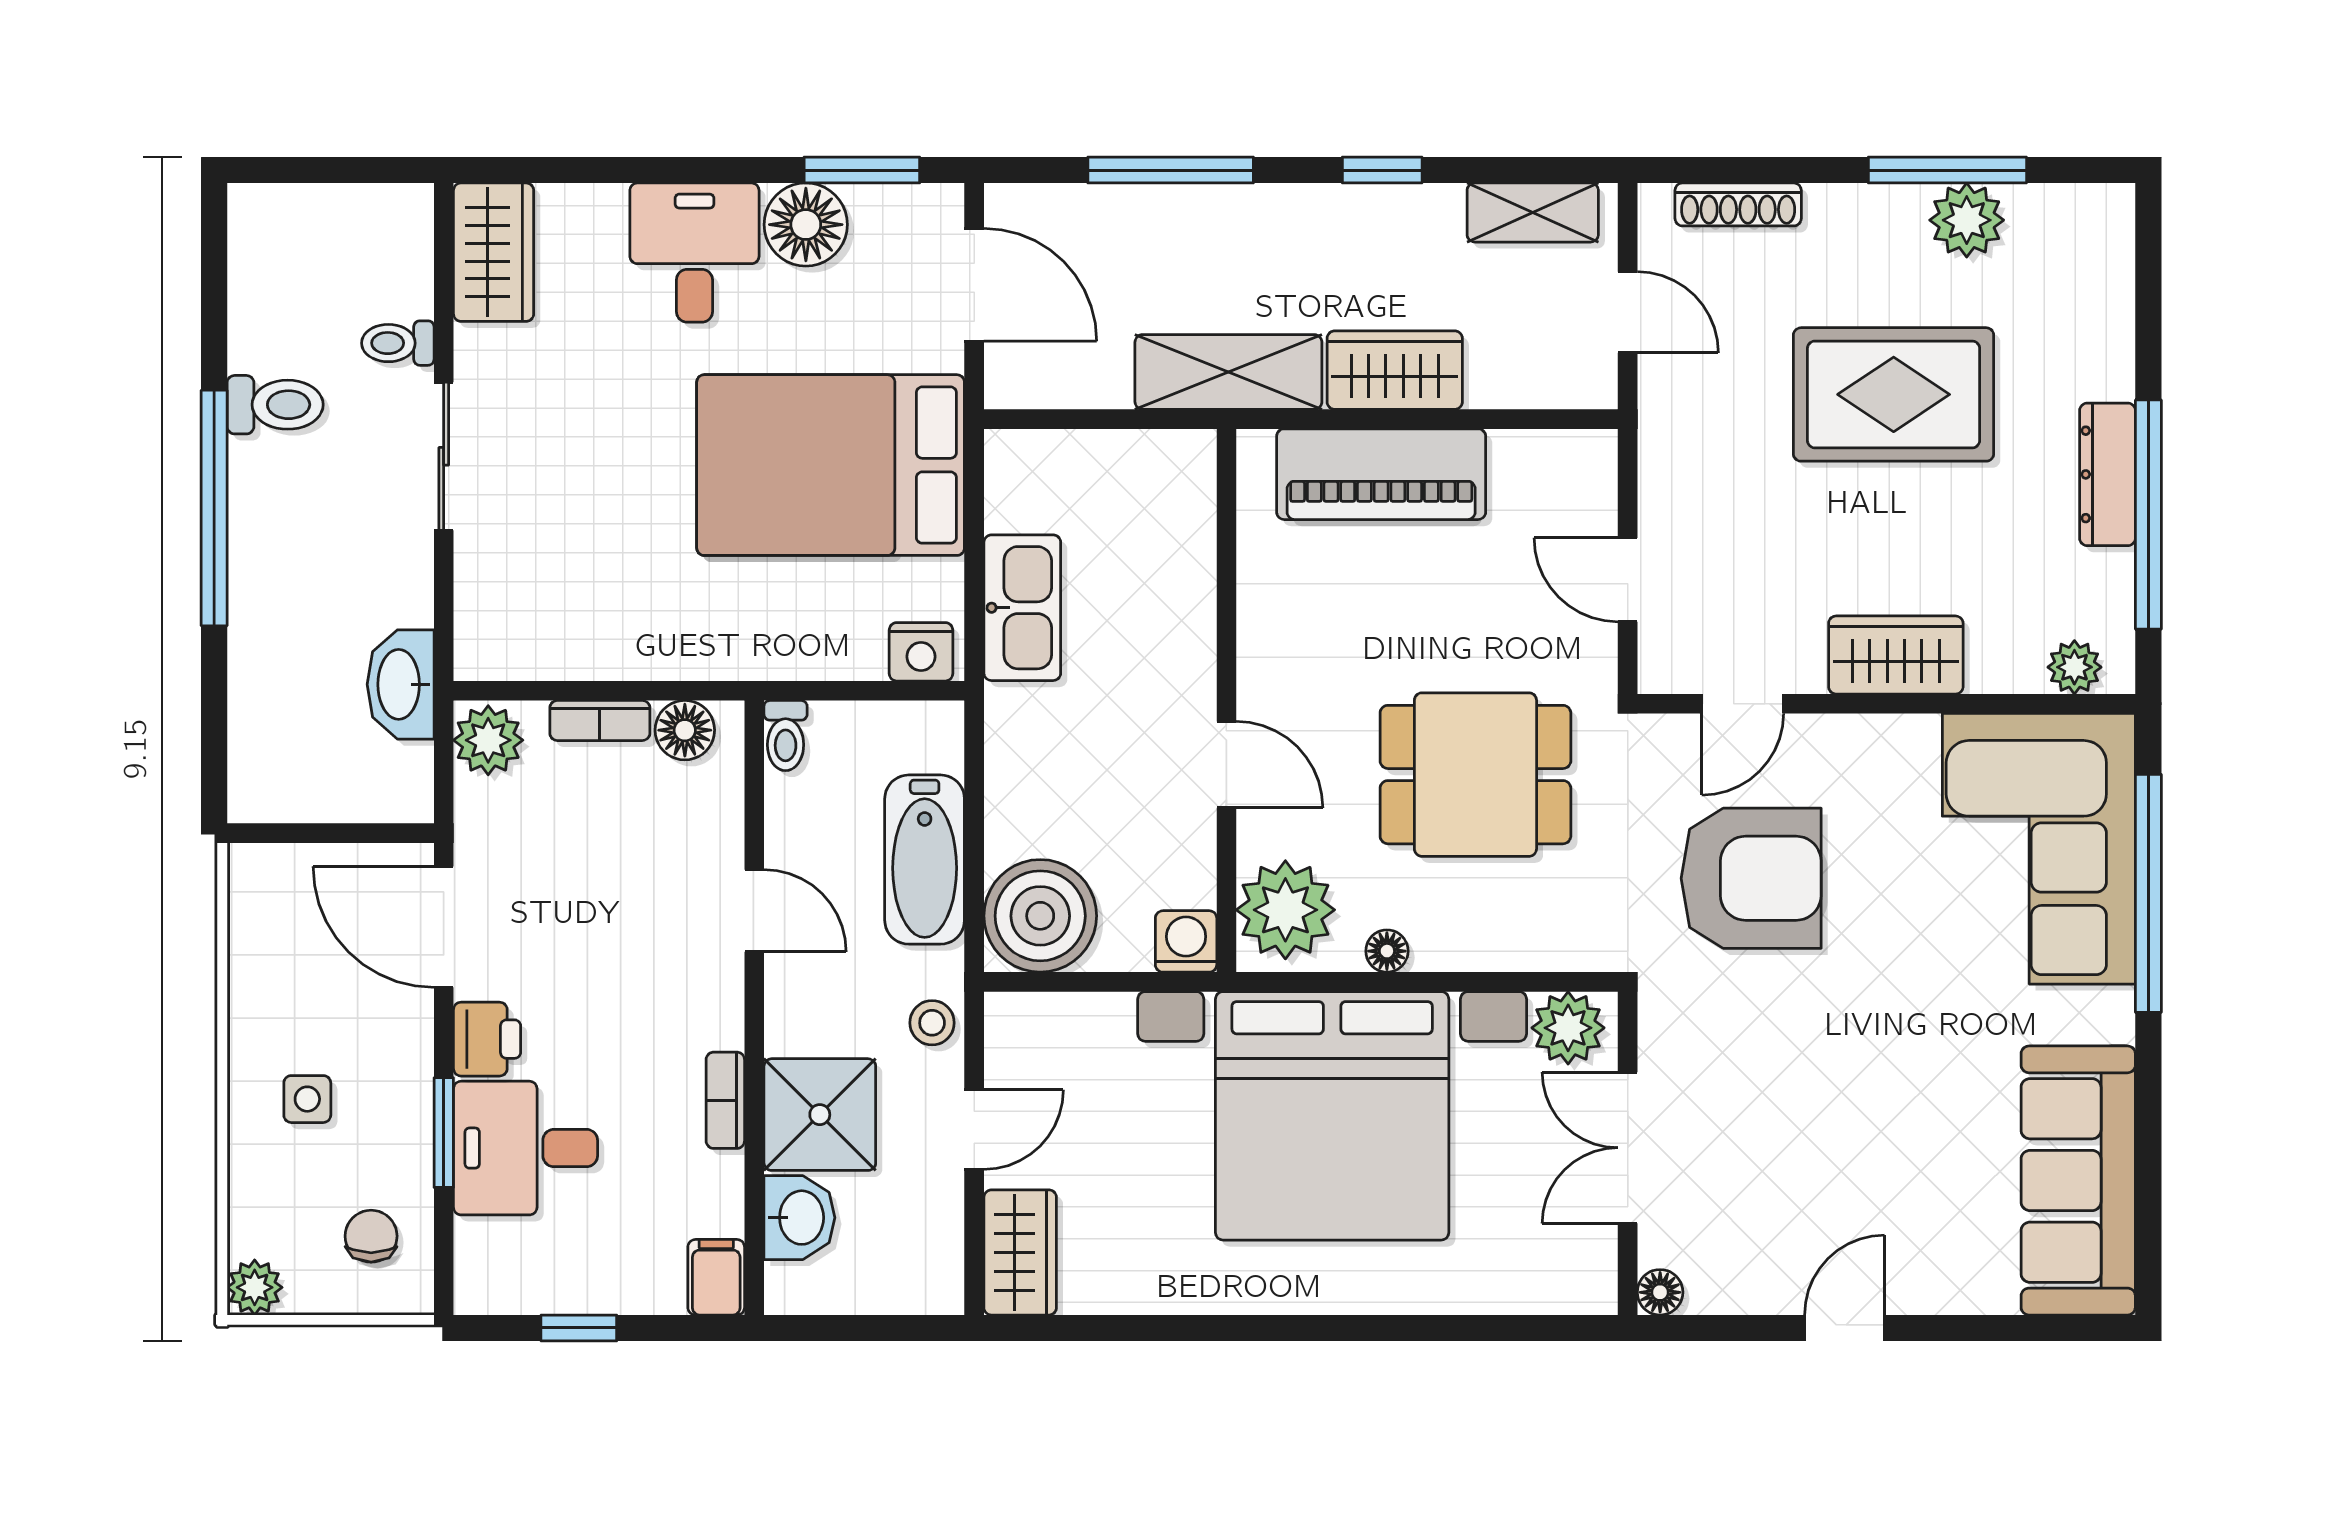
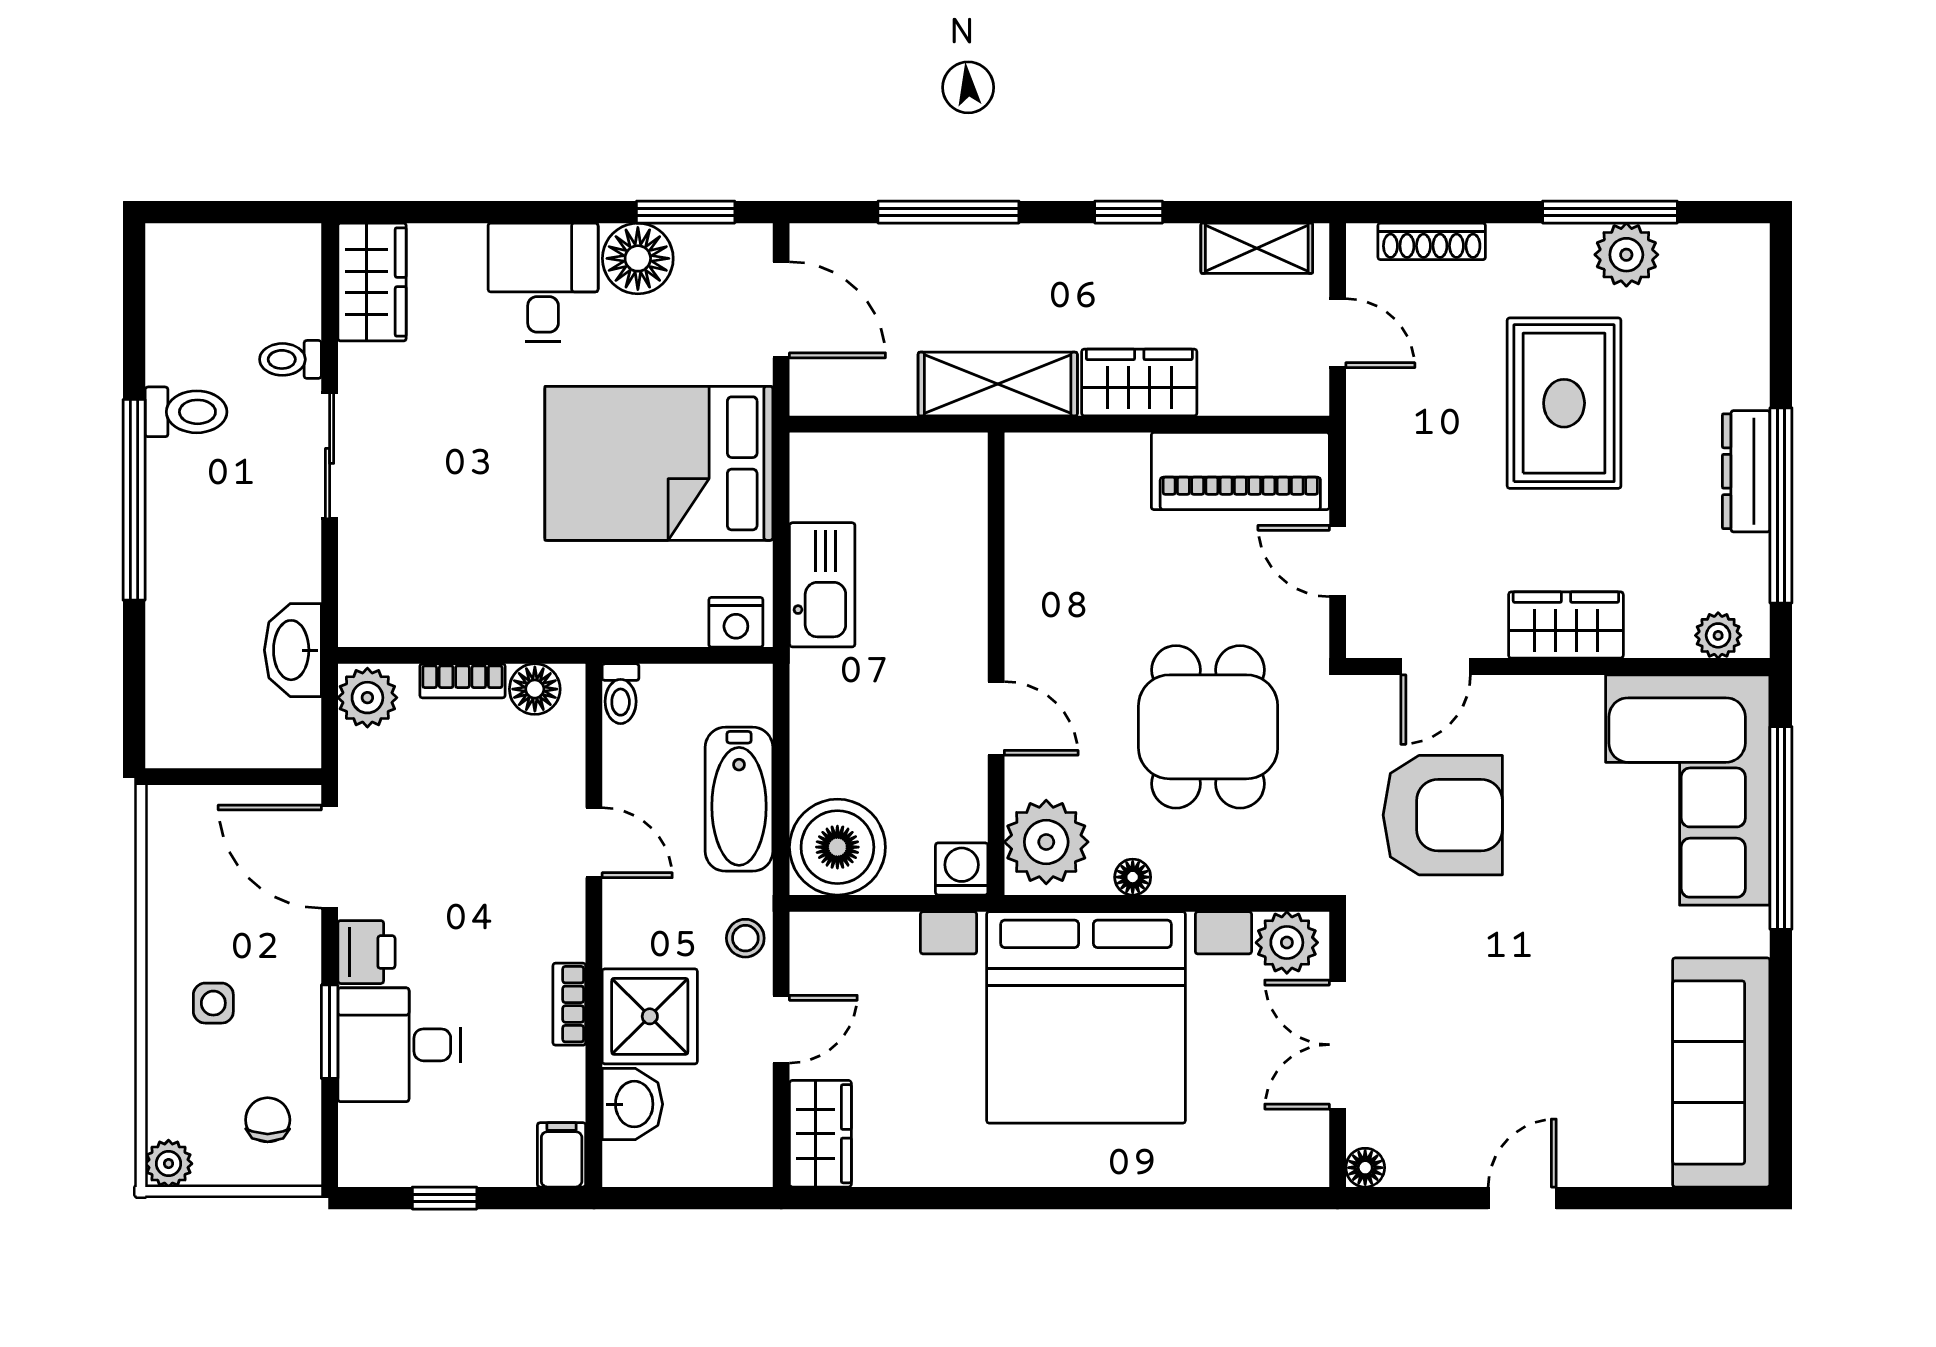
rug: (1894, 394) -> (1564, 403), turned 90
piano: (1381, 474) -> (1240, 471), moved
dining table: (1475, 775) -> (1208, 727), turned 90

